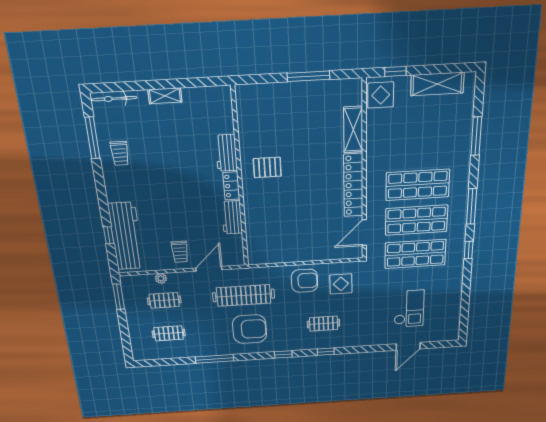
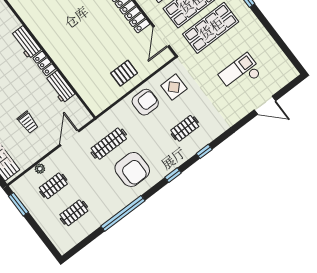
pallet: (267, 167) -> (124, 73), moved
trolley: (180, 252) -> (28, 122), moved
clothes rail: (244, 295) -> (109, 144), width x0.73, depth x0.76
checkout: (409, 309) -> (240, 74), turned -90
armchair: (250, 329) -> (132, 169), turned 90
door: (408, 346) -> (265, 105), hinge flipped
window: (215, 359) -> (123, 213), width x1.46

